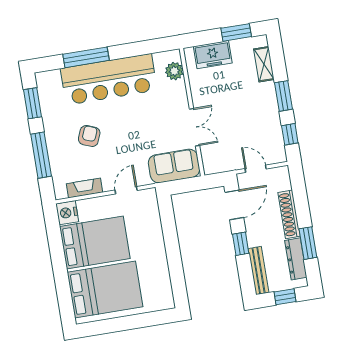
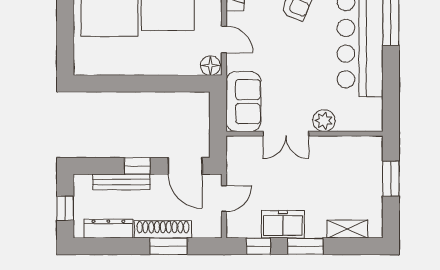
window: (236, 32) -> (391, 179), moved
freezer: (213, 55) -> (283, 224), moved, turned 90
plant: (174, 71) -> (324, 121), moved
floor lamp: (149, 198) -> (210, 66), added
window: (308, 243) -> (169, 246), moved
bench: (259, 271) -> (121, 182), moved

